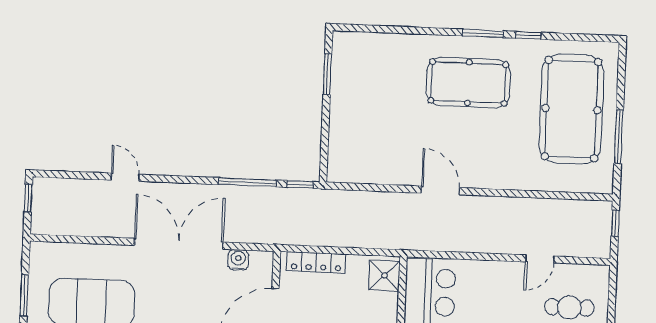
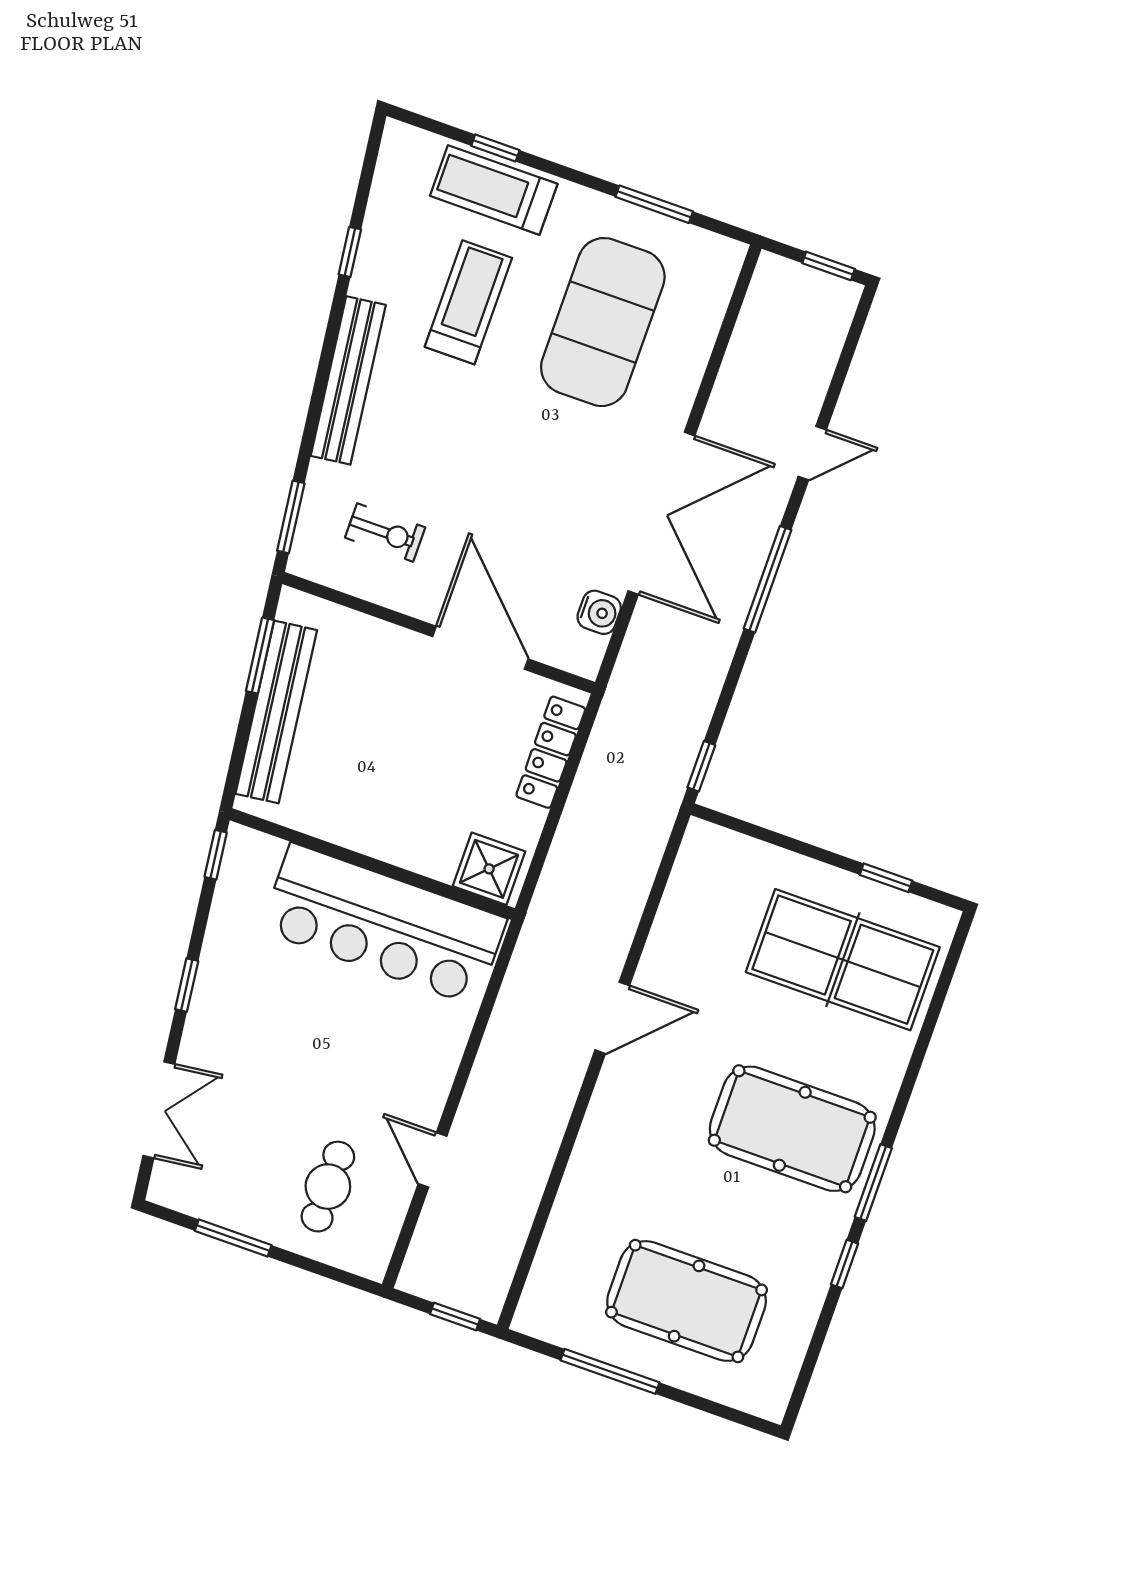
window: (327, 74) -> (886, 878), width x0.67
table tennis table: (375, 83) -> (843, 960), added
pool table: (468, 83) -> (792, 1129), turned 90
pool table: (571, 109) -> (687, 1301), width x0.73, depth x0.76
window: (247, 182) -> (768, 579), moved

